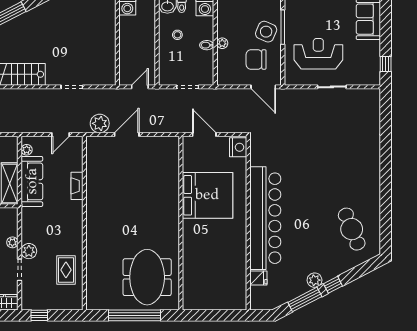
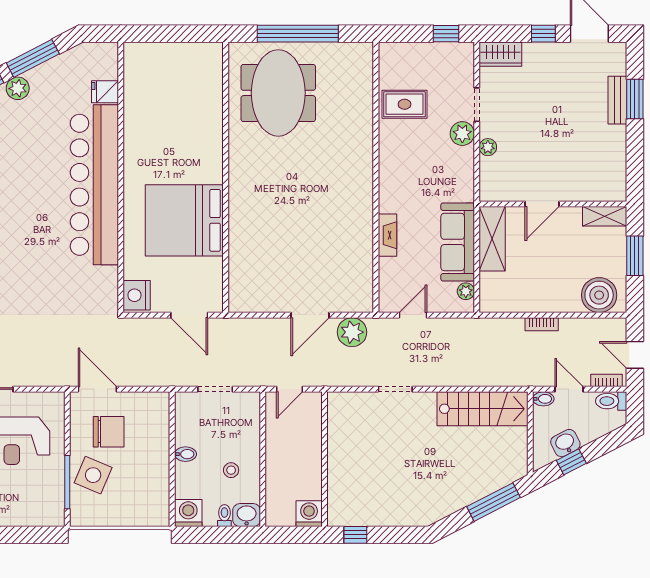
plant: (222, 43) -> (161, 457), removed
rug: (66, 270) -> (405, 104), turned 90

